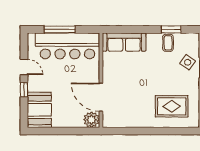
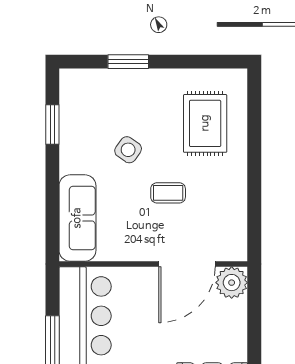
coffee table: (168, 43) -> (168, 193), moved
side table: (188, 62) -> (128, 150), moved

